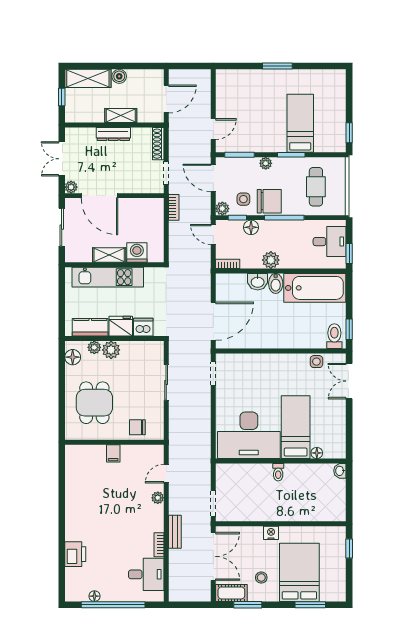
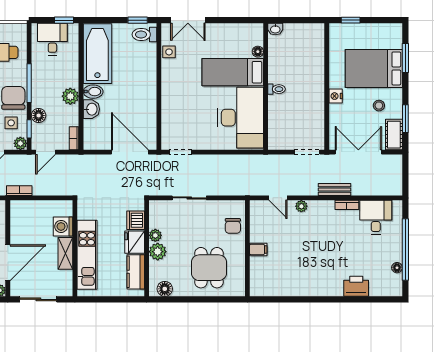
plant: (94, 347) -> (155, 235), moved
dining table: (94, 403) -> (209, 268), turned 90

